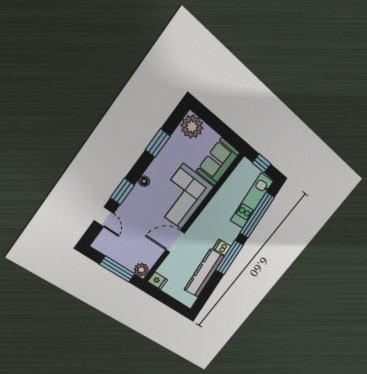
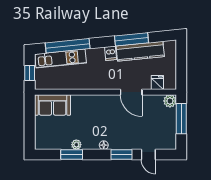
plant: (192, 127) -> (76, 145), moved, width x0.53, depth x0.53
corner sofa: (182, 197) -> (95, 111), removed
door: (104, 217) -> (148, 154), swing flipped
window: (229, 258) -> (131, 39), moved
fridge: (158, 281) -> (157, 83), moved

